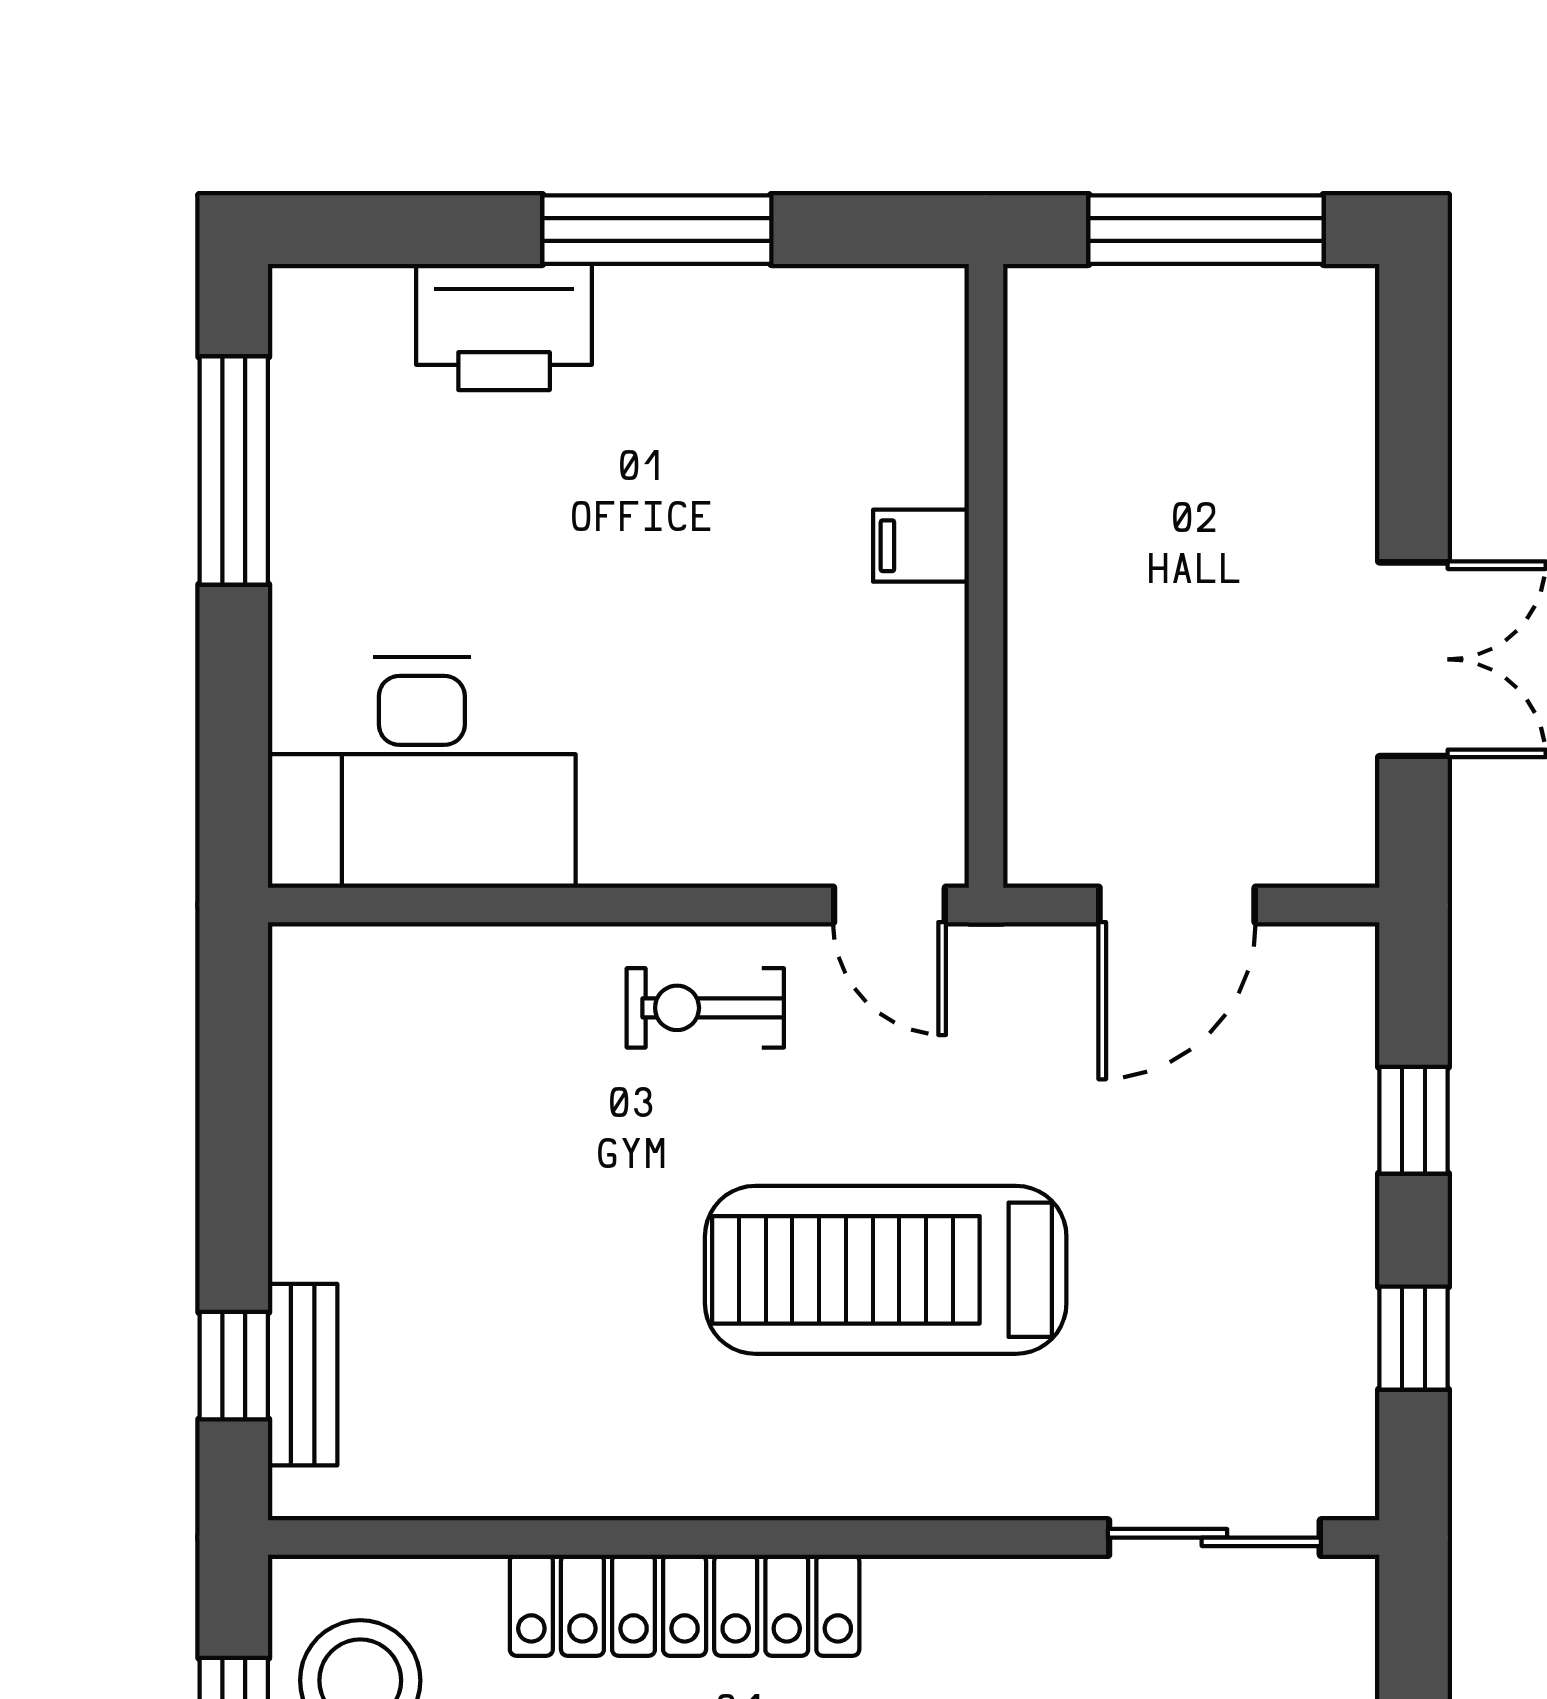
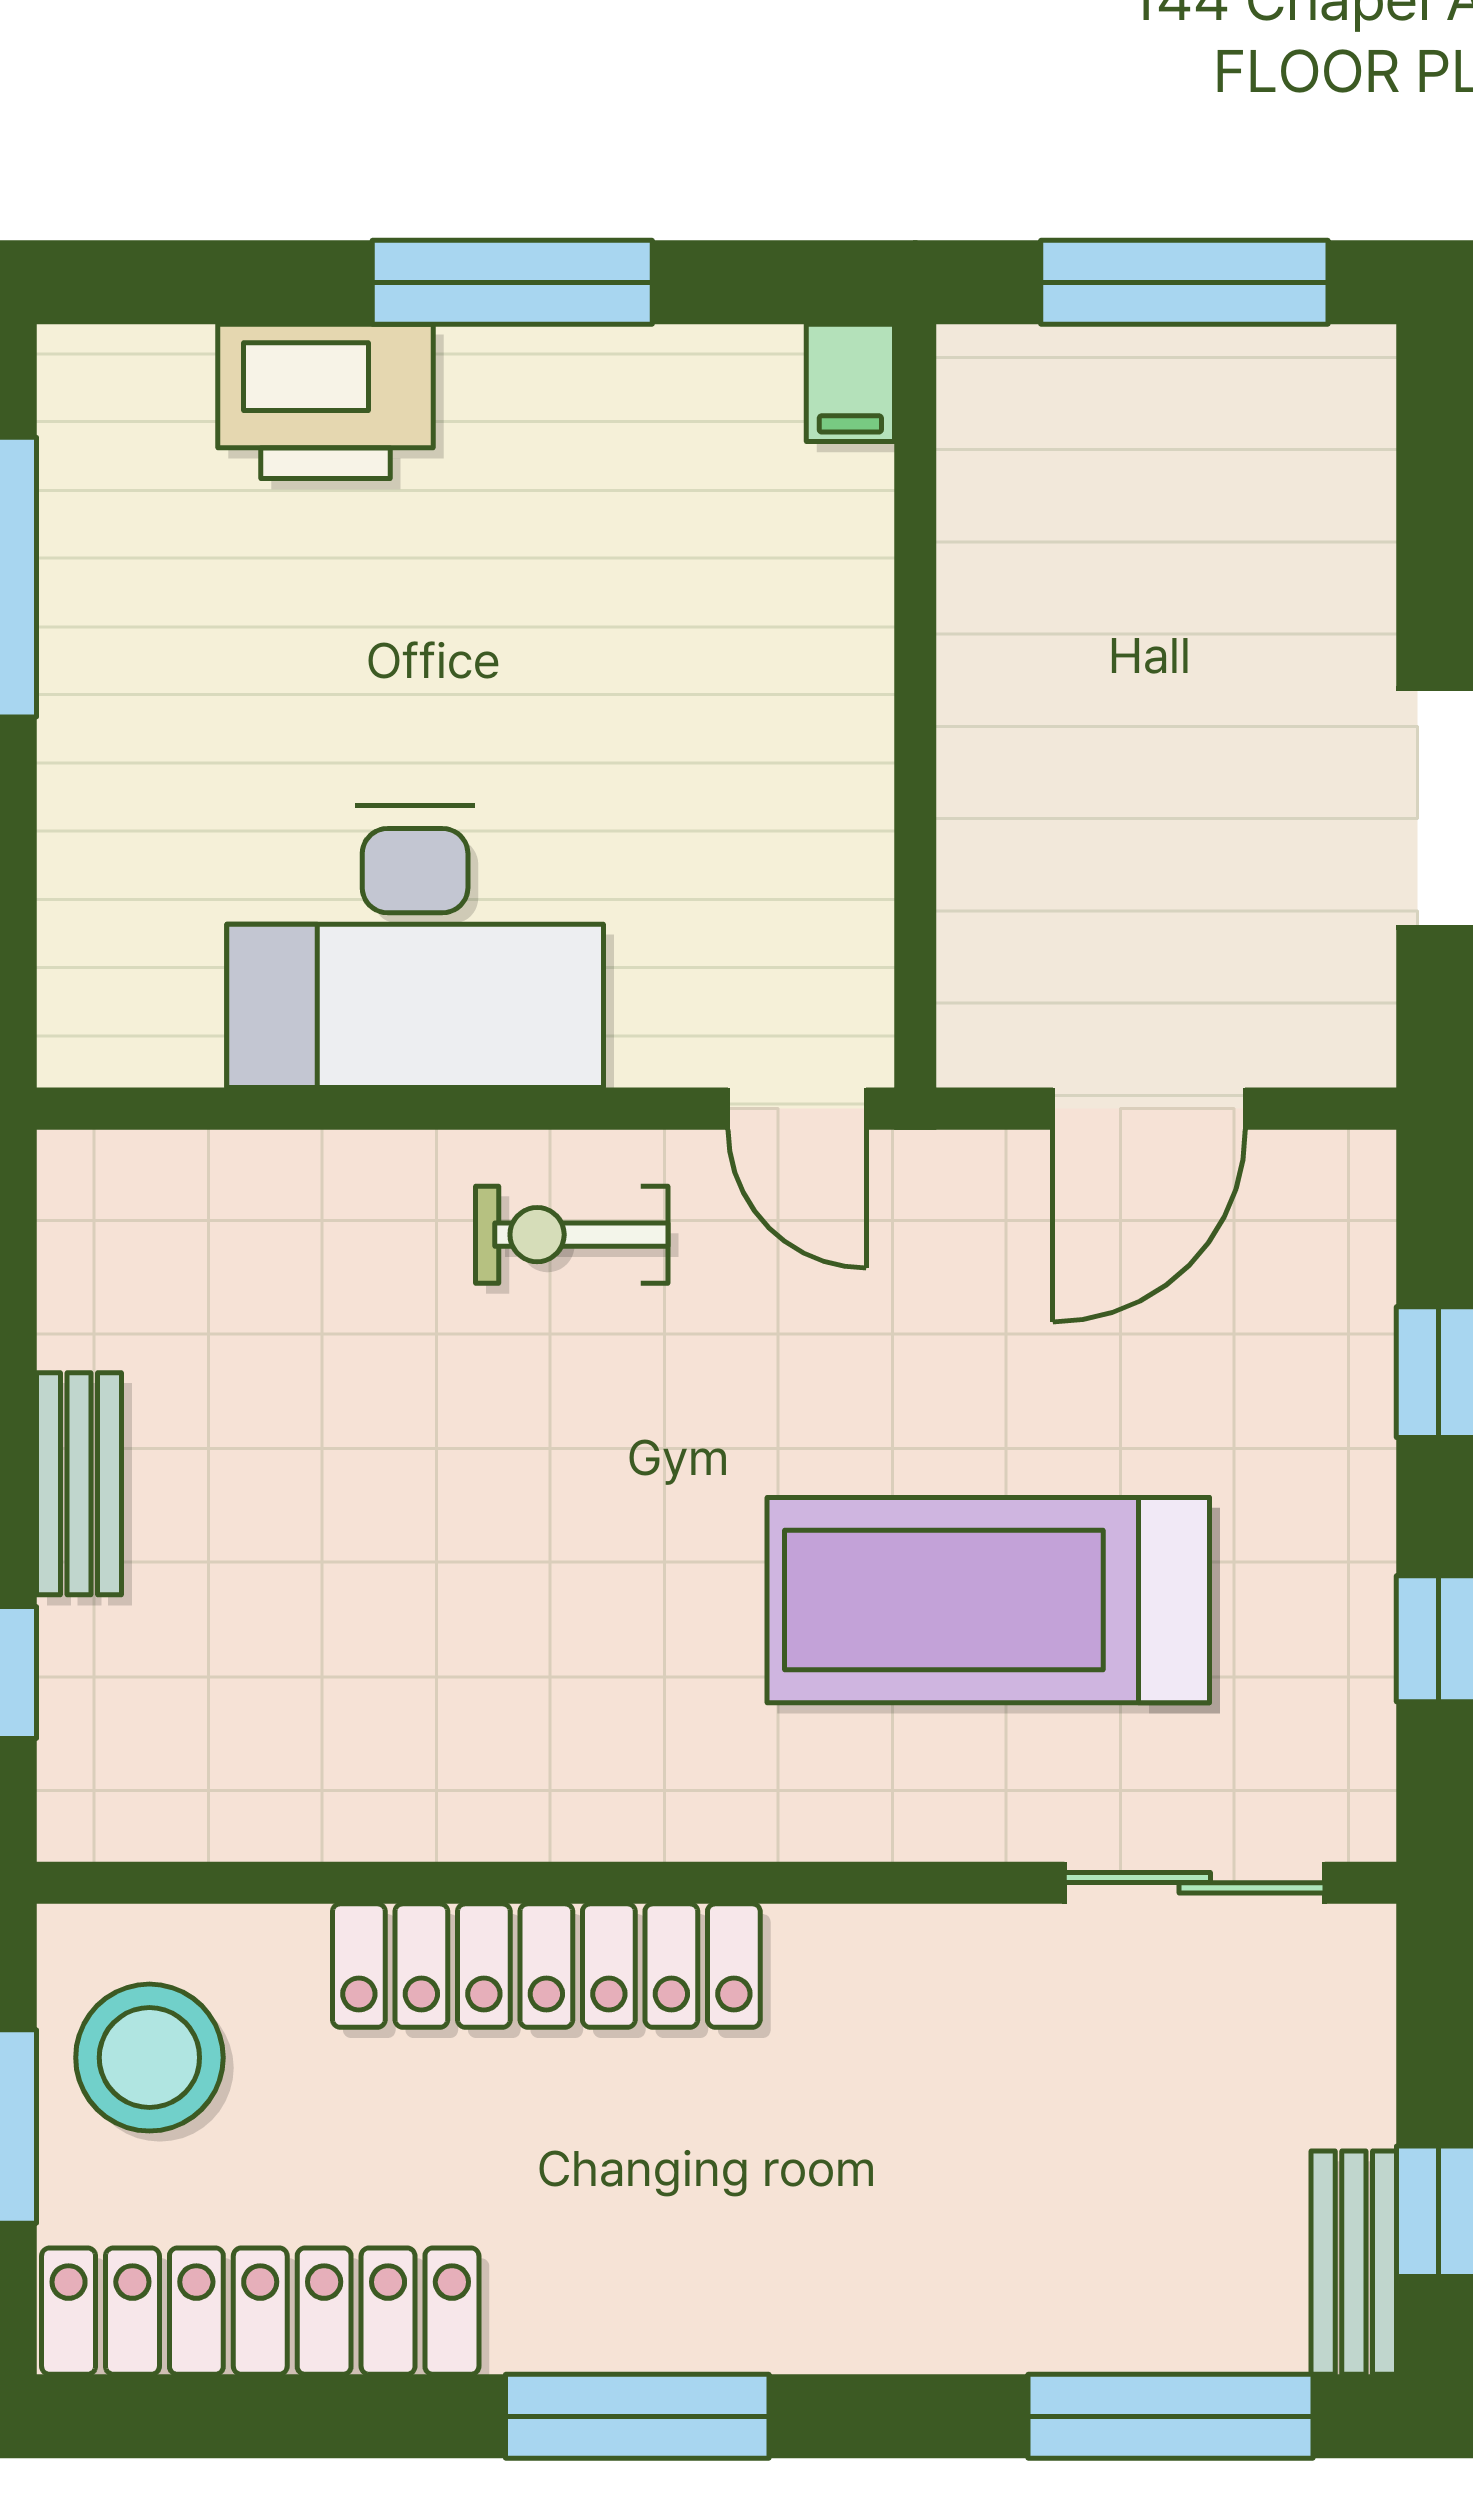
filing cabinet: (921, 546) -> (850, 383), moved, turned -90
desk: (422, 773) -> (415, 947), moved
treadmill: (886, 1270) -> (988, 1600), moved
bench: (303, 1375) -> (79, 1484), moved

